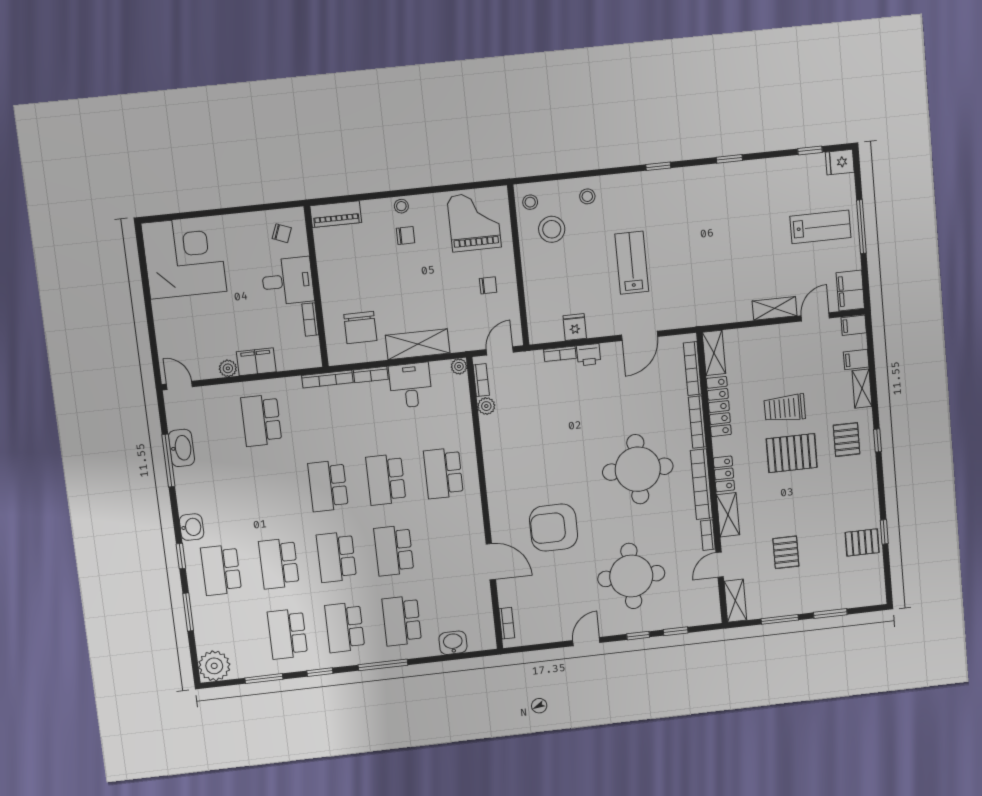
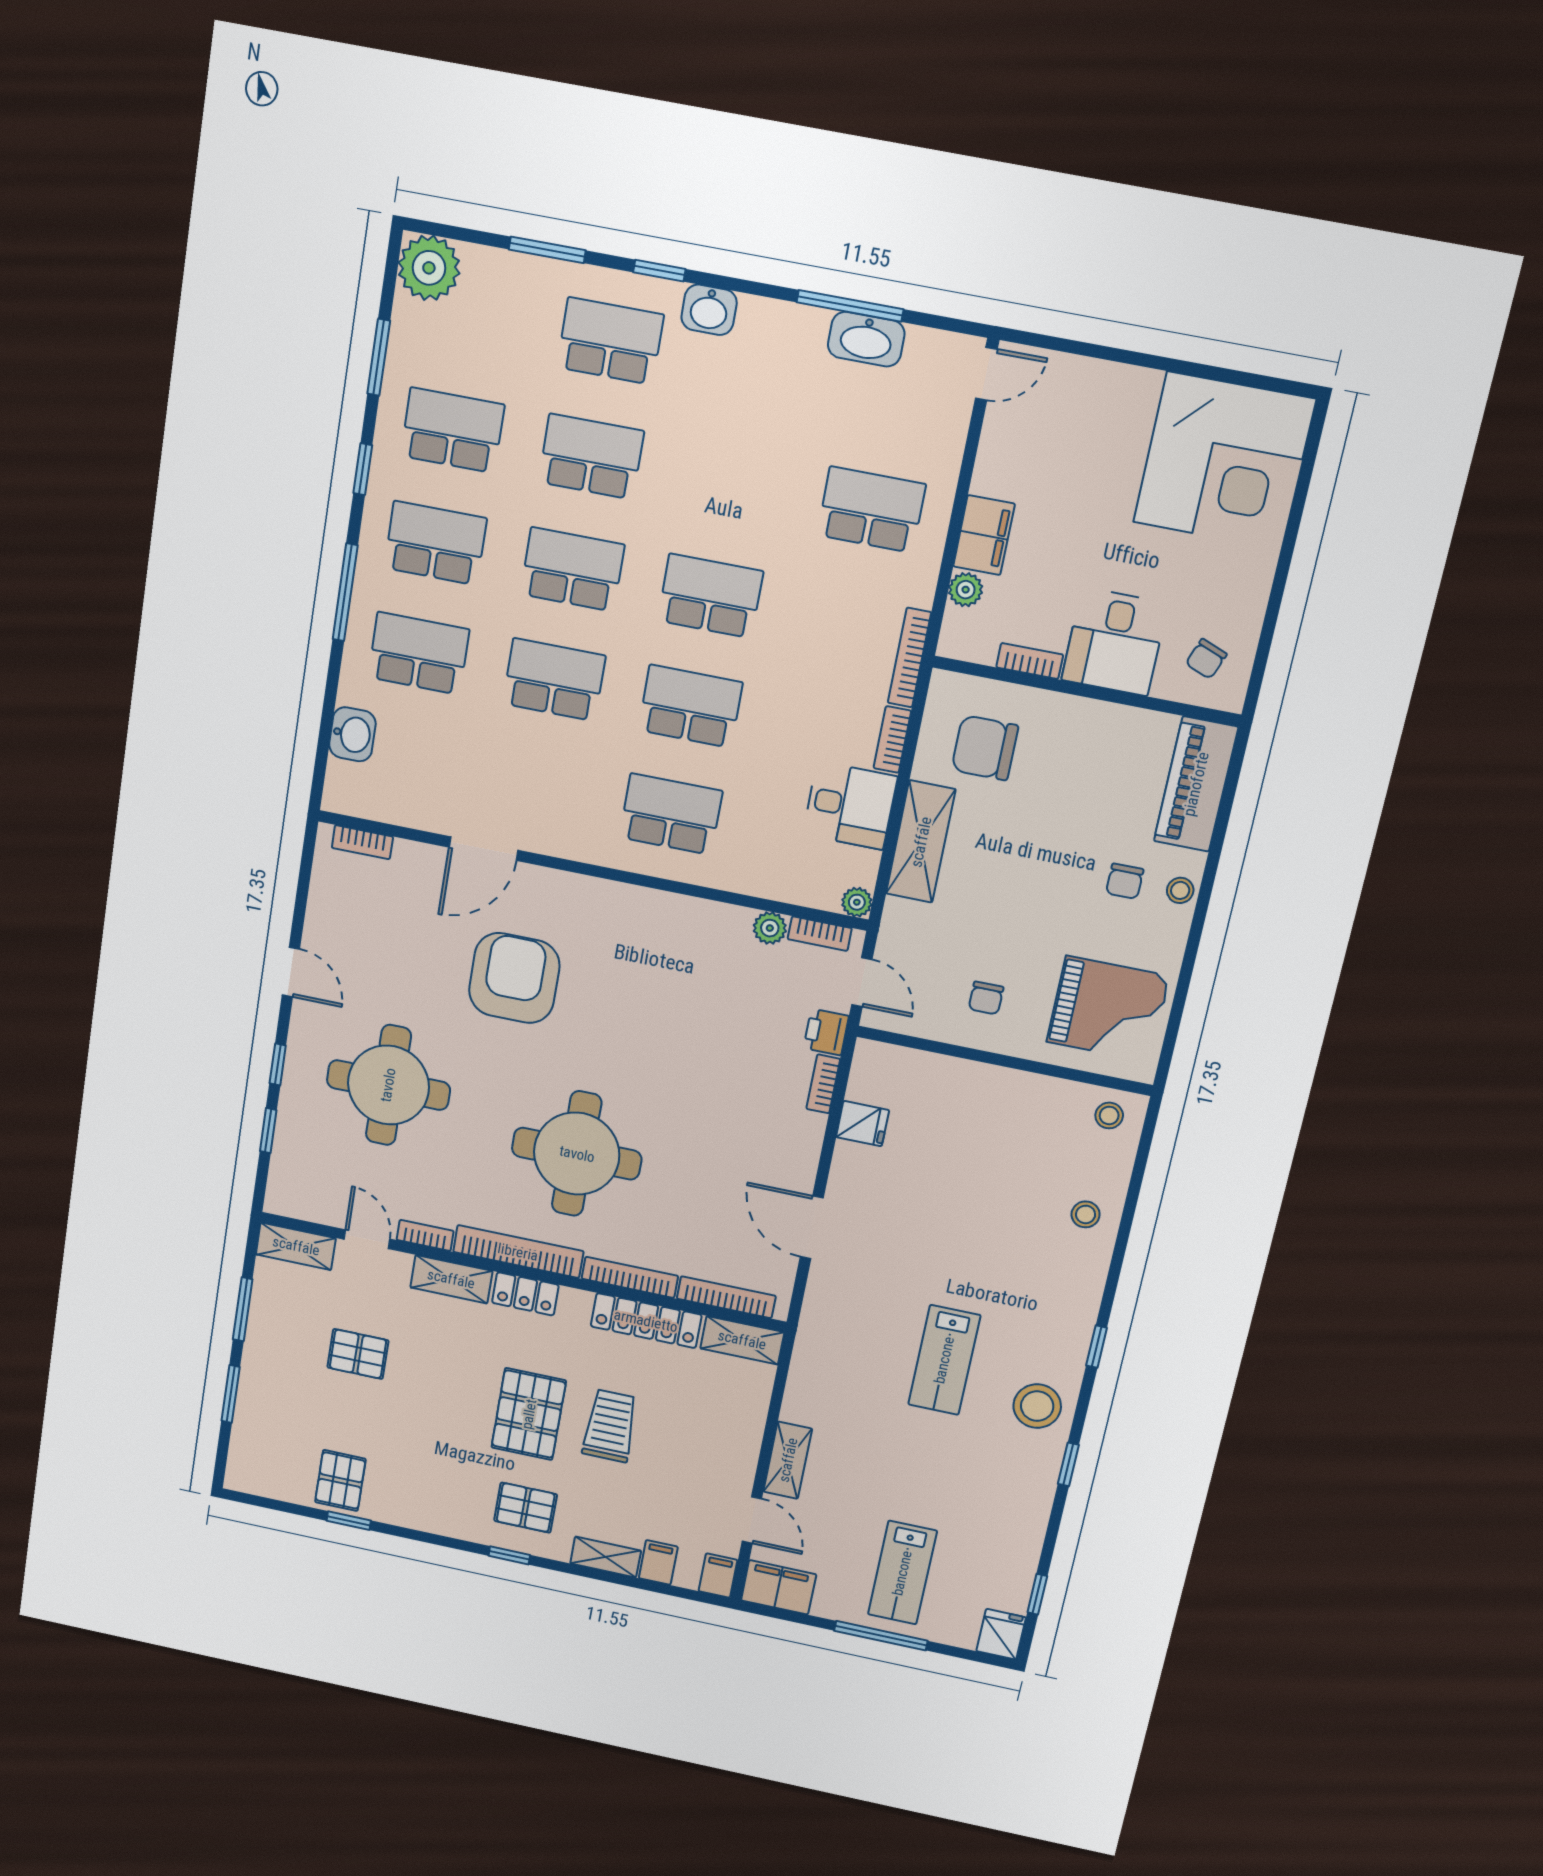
piano: (336, 214) -> (1196, 784), width x1.37, depth x1.33
stool: (552, 229) -> (1037, 1406), moved
lab bench: (632, 263) -> (944, 1360), moved, turned 90
printer: (589, 355) -> (826, 1032), moved
plant: (228, 368) -> (966, 590), moved

